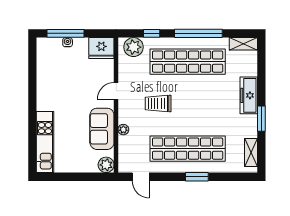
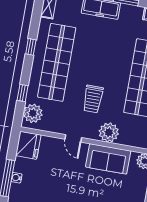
window: (198, 33) -> (31, 47), width x0.32
plant: (123, 130) -> (109, 132), width x1.88, depth x1.88

